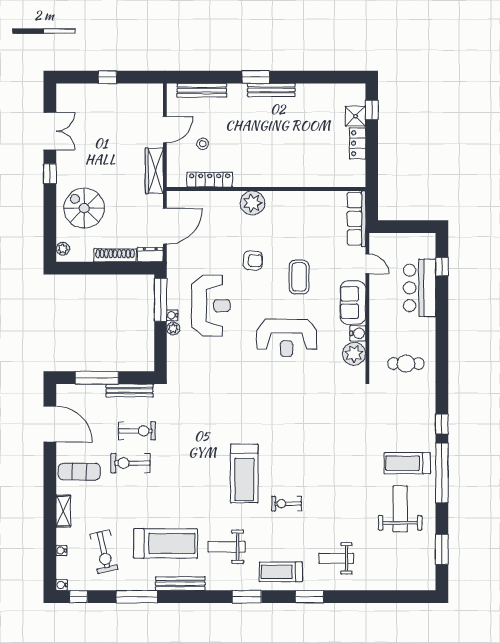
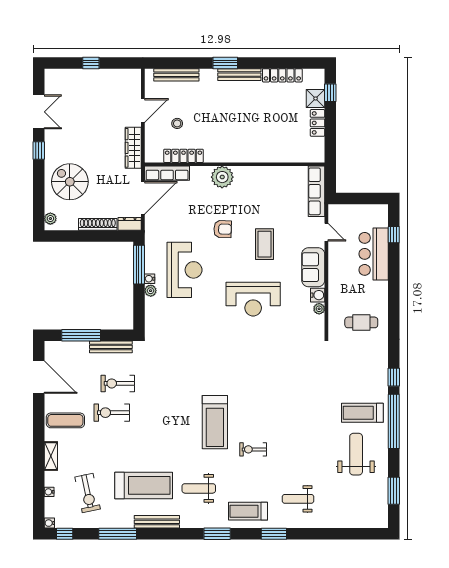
locker: (319, 91) -> (282, 75), added
row of seats: (192, 199) -> (167, 173), added
plant: (354, 354) -> (319, 309), width x0.53, depth x0.53
exercise bike: (137, 431) -> (118, 383), turned 180

